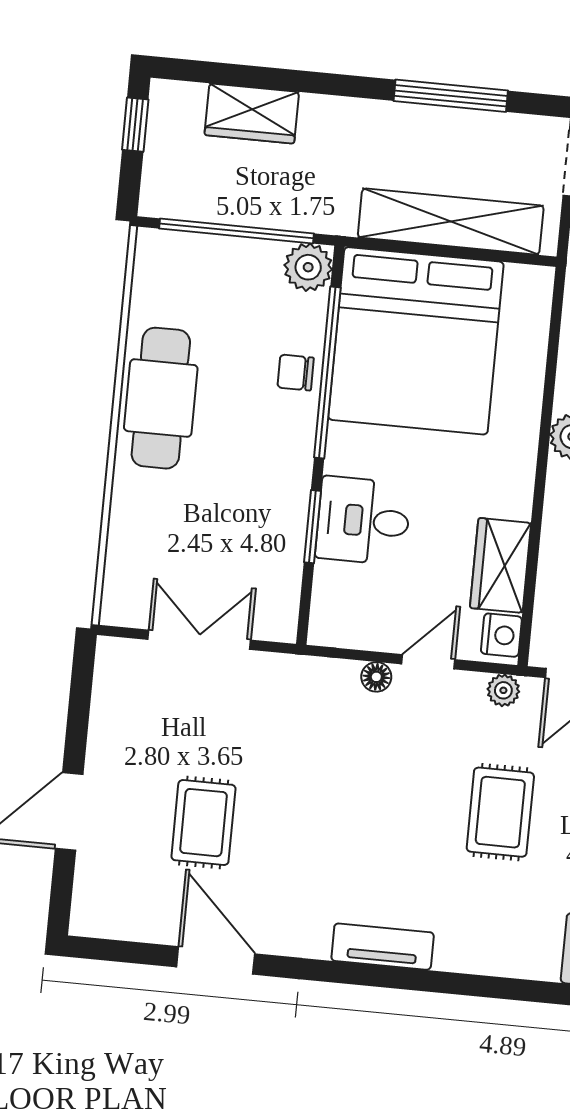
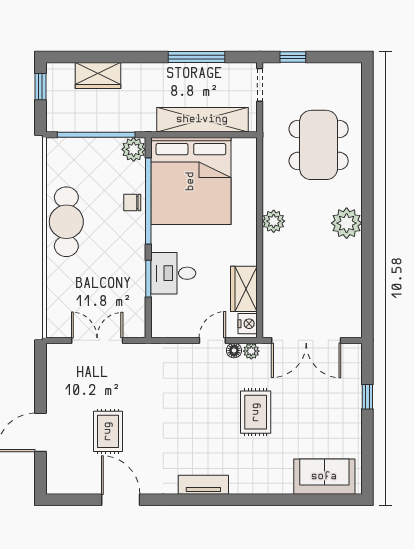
floor lamp: (376, 677) -> (234, 351), moved

